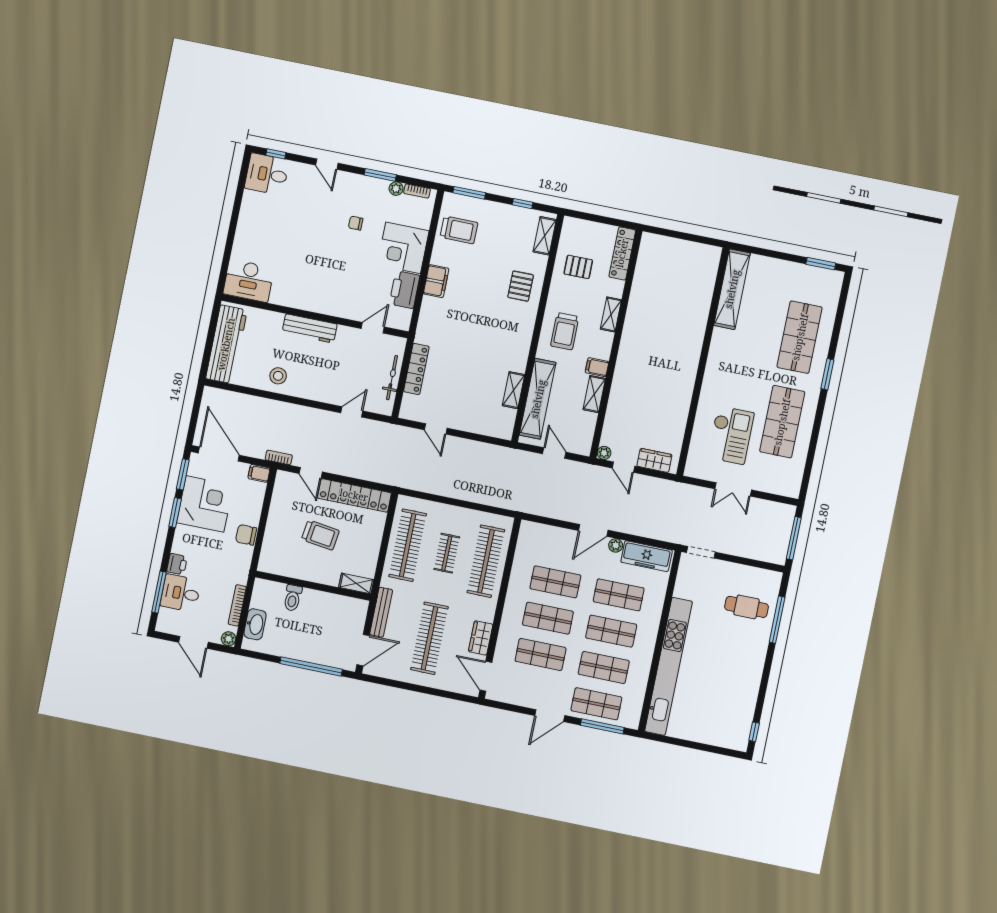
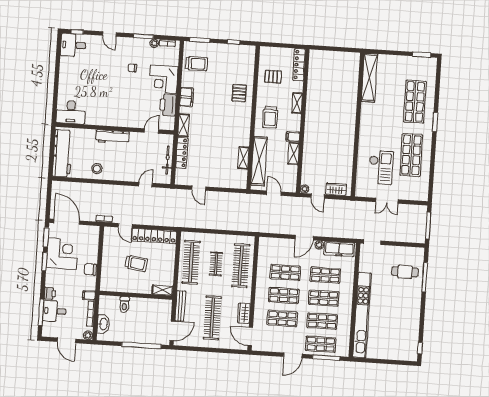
shelving: (545, 236) -> (184, 125), moved
filing cabinet: (259, 473) -> (89, 295), moved

